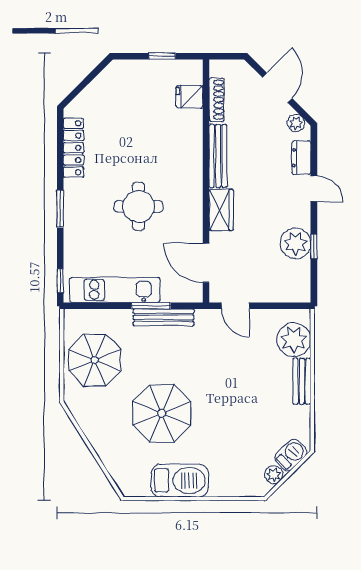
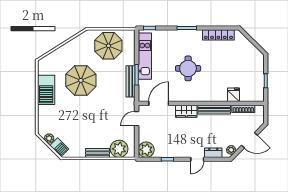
fridge: (189, 97) -> (234, 95), moved
plant: (295, 243) -> (146, 150), moved

